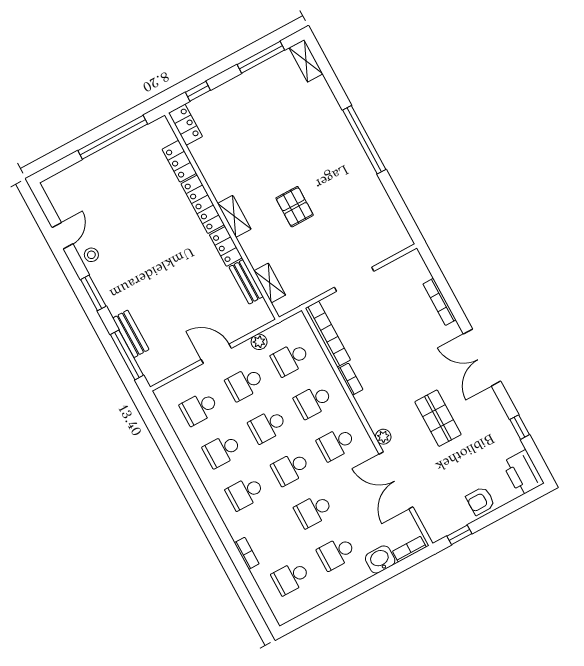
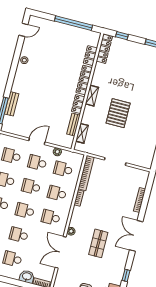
locker: (185, 125) -> (104, 49), width x1.53
pallet: (295, 207) -> (118, 113), width x1.50, depth x1.42
door: (62, 236) -> (23, 30), moved
window: (93, 293) -> (12, 75), removed
door: (216, 354) -> (37, 141), hinge flipped

